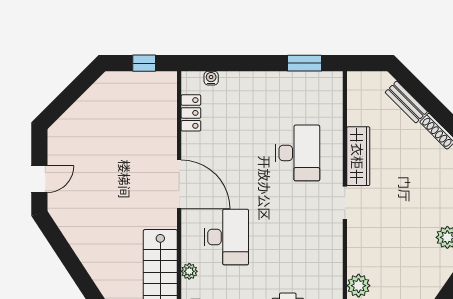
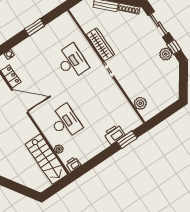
window: (304, 63) -> (35, 27), moved
door: (179, 184) -> (20, 101), moved

